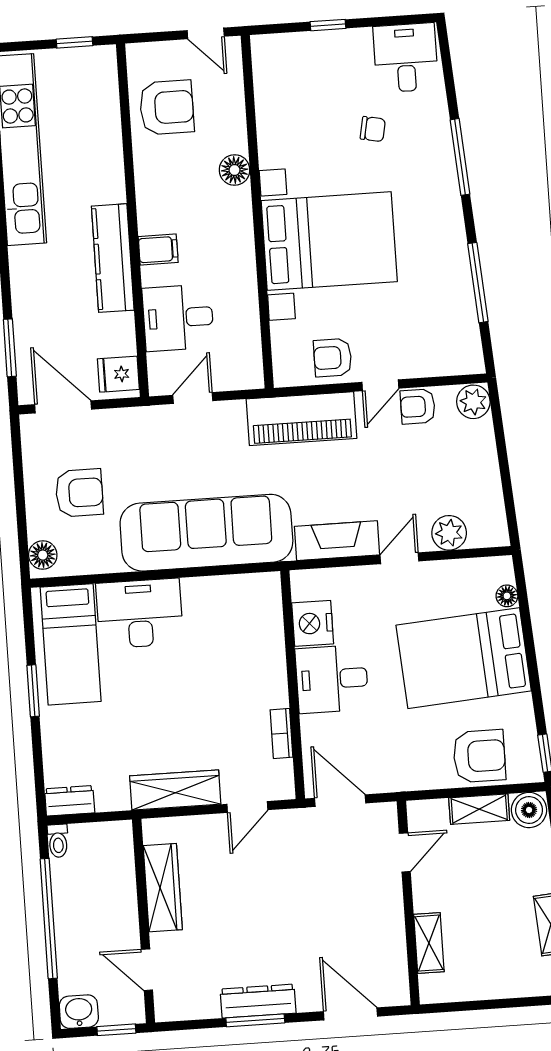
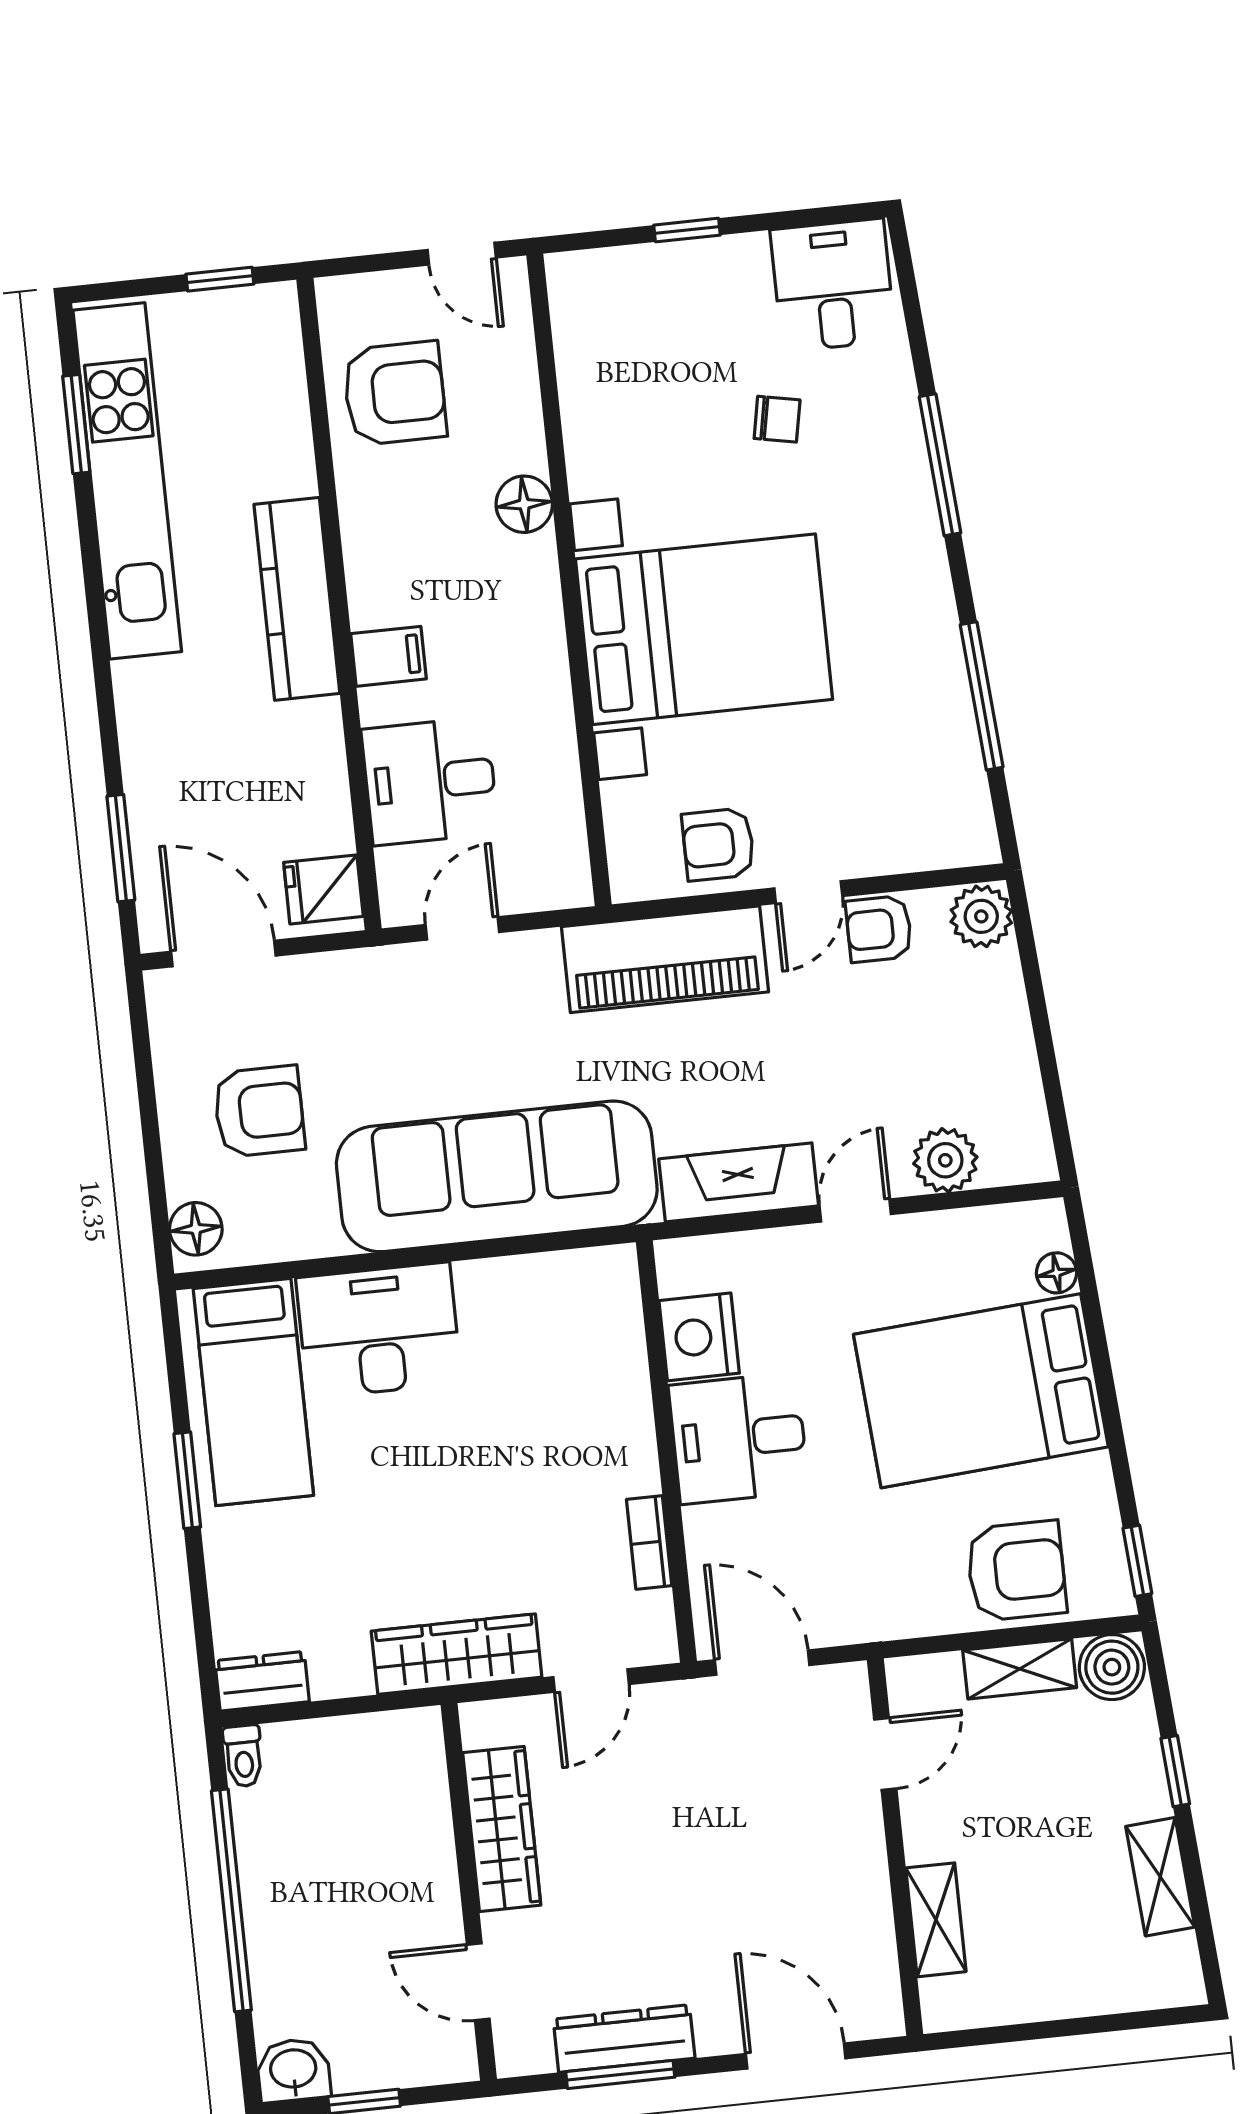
kitchen counter: (113, 258) -> (297, 599), moved
wardrobe: (163, 888) -> (502, 1829), moved
wall: (144, 921) -> (469, 1892), moved
door: (147, 970) -> (478, 1982), moved

